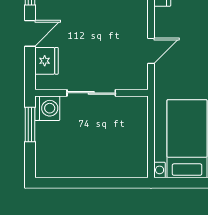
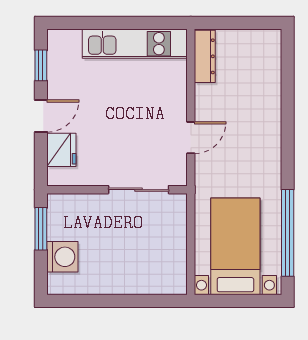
sliding door: (91, 93) -> (139, 190), moved
washing machine: (47, 108) -> (62, 257), moved

